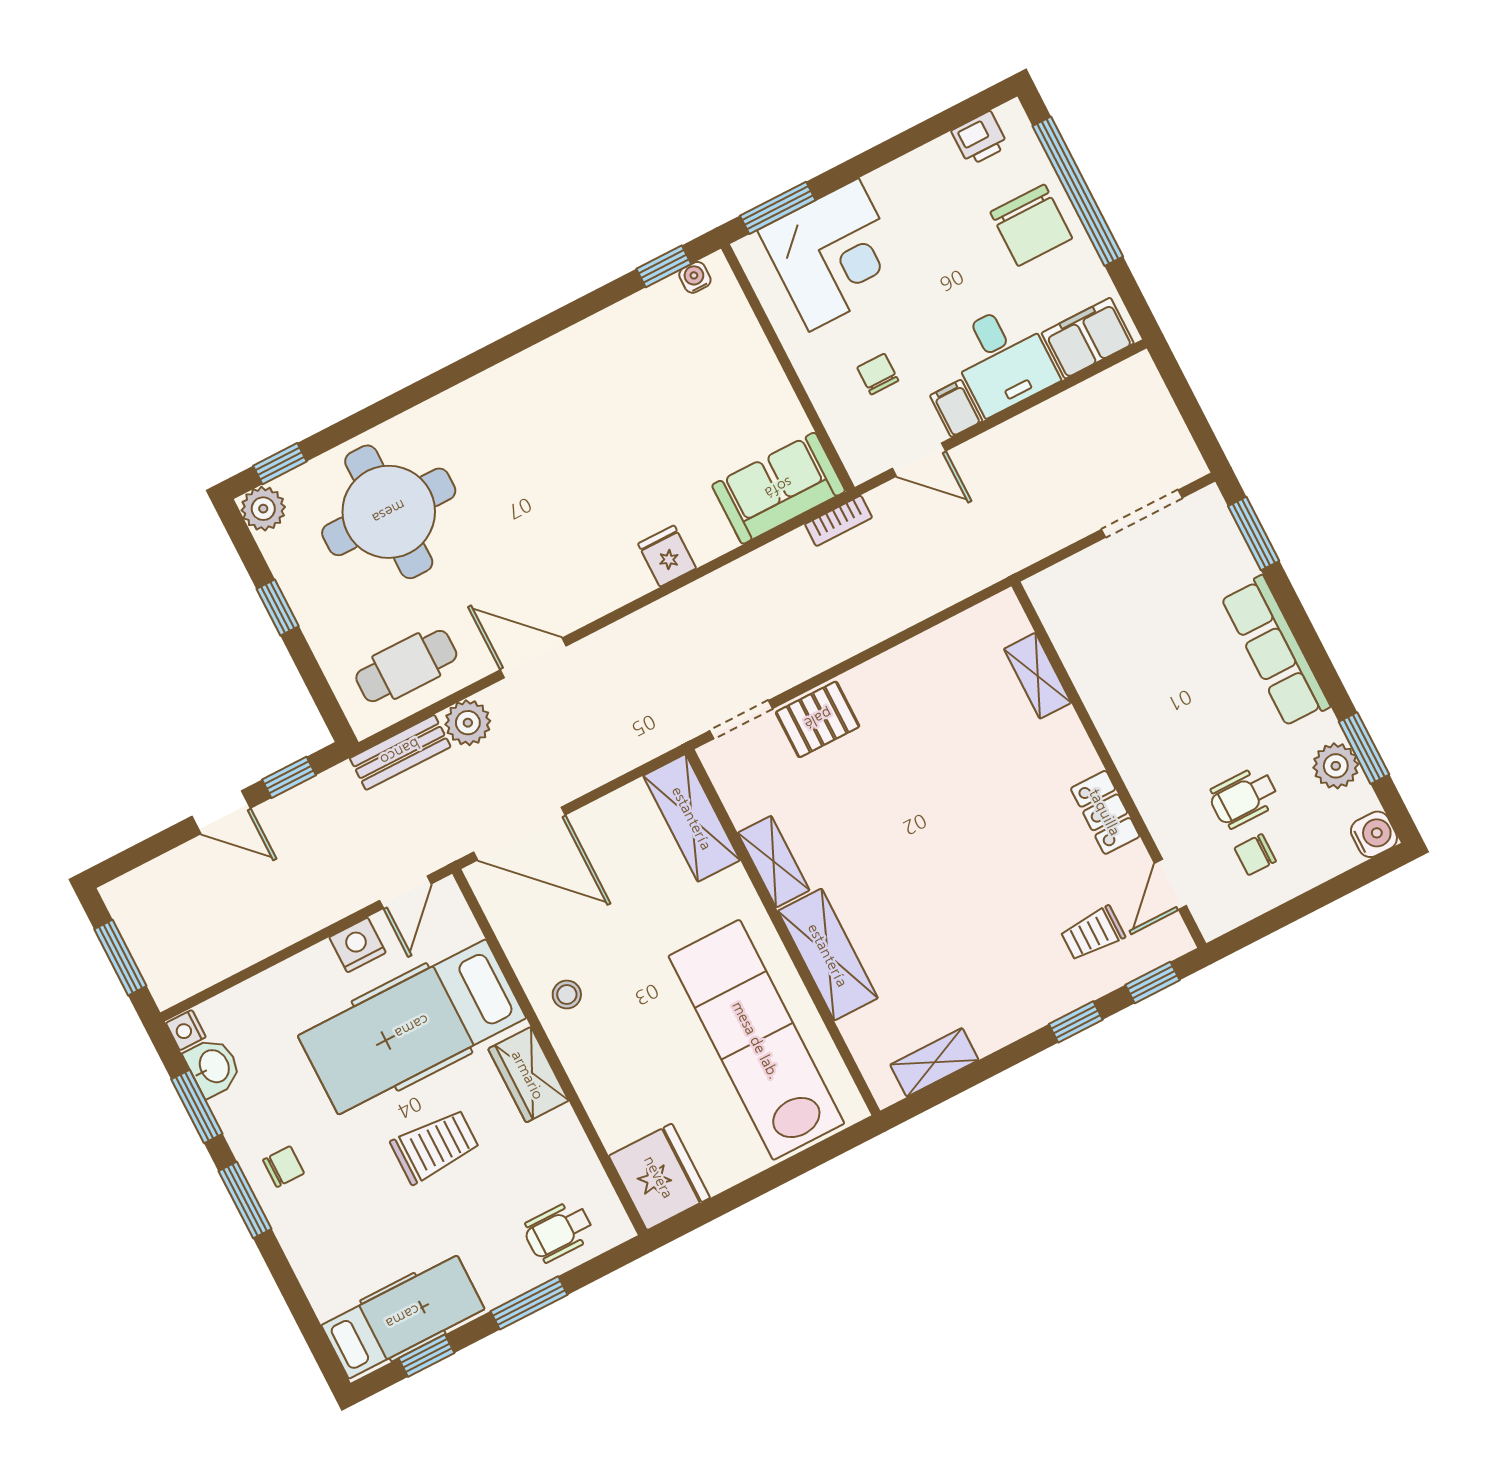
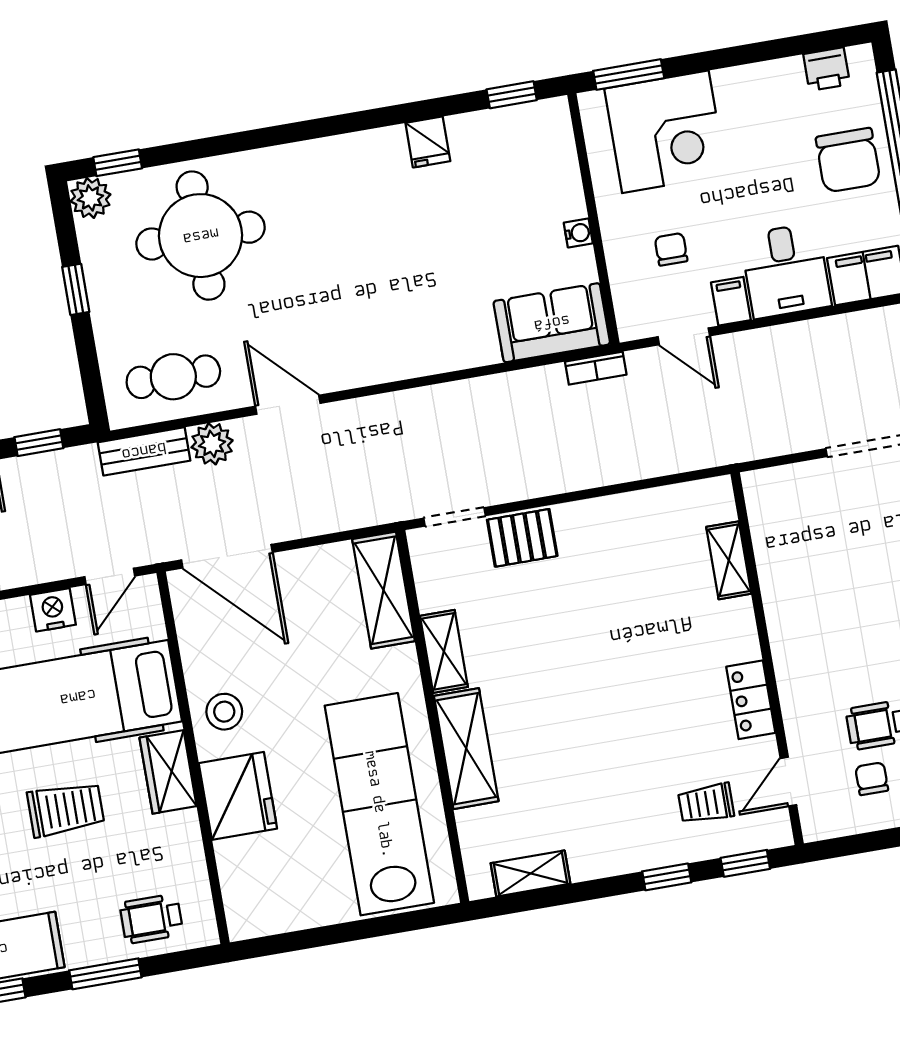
water cooler: (695, 277) -> (578, 233), moved, turned 90
fridge: (667, 556) -> (428, 142), moved, turned 180
chair: (1255, 855) -> (872, 779), turned 90
stool: (567, 995) -> (224, 712), width x1.37, depth x1.37
fridge: (659, 1177) -> (238, 796), moved

